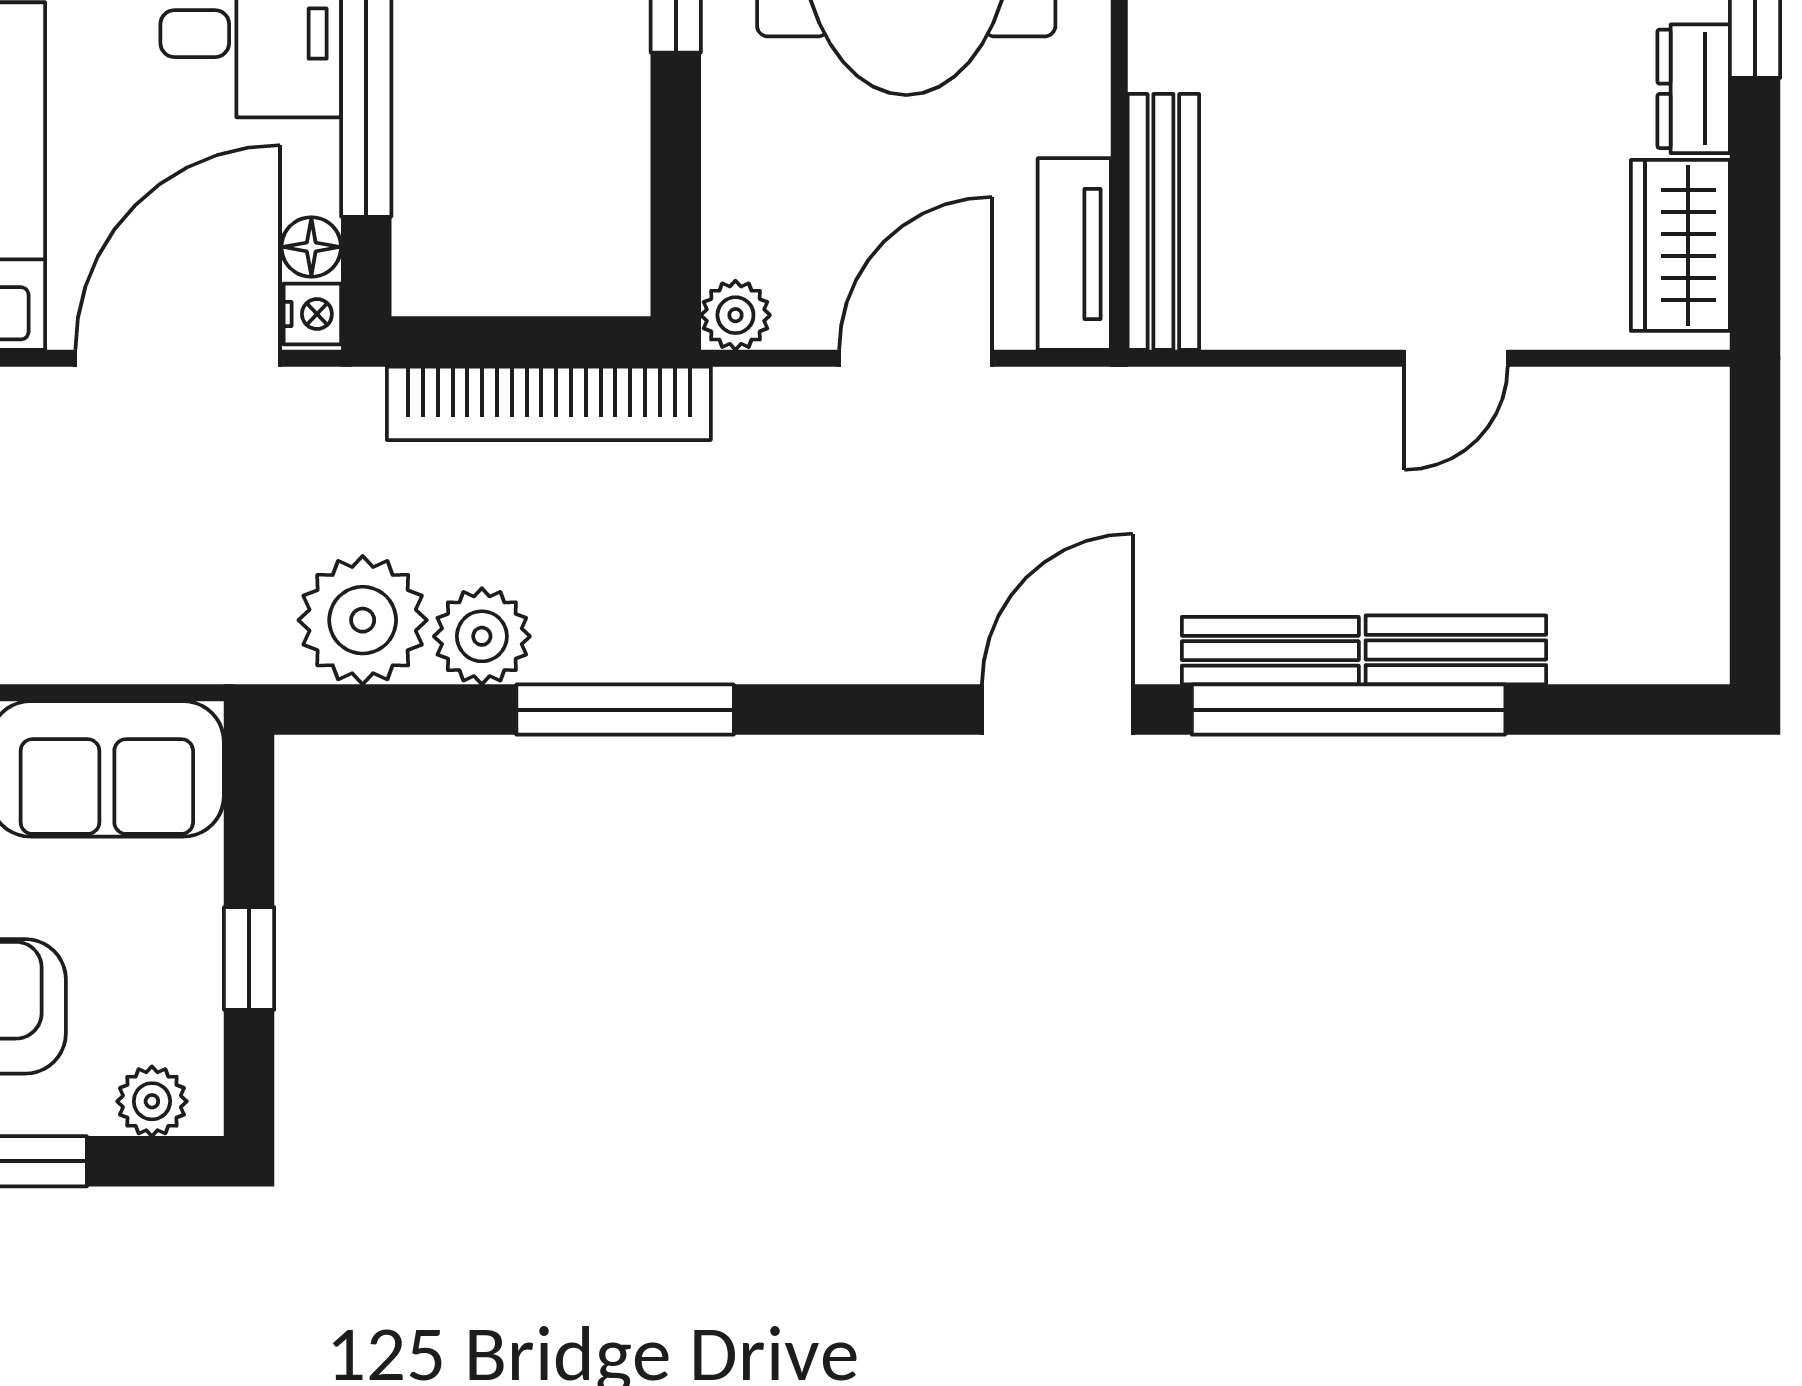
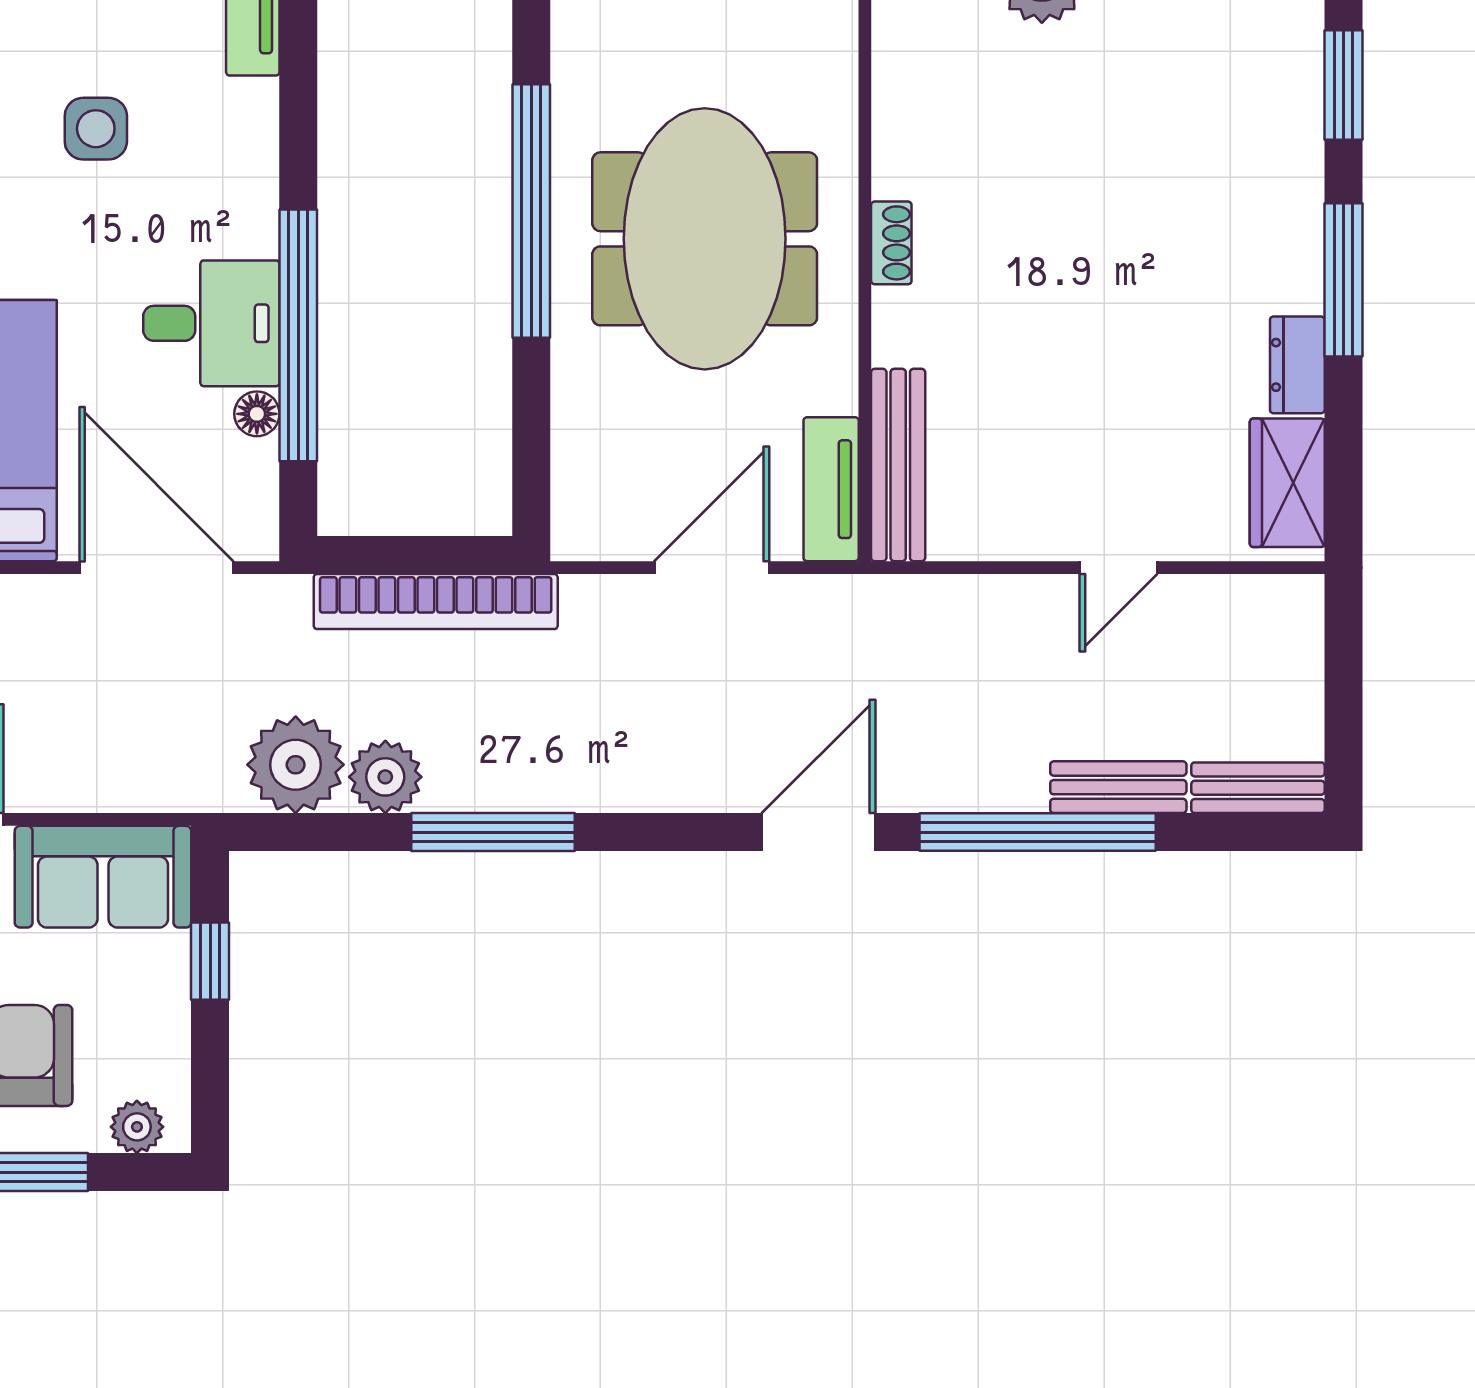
floor lamp: (311, 247) -> (257, 414), moved
nightstand: (312, 314) -> (258, 534), removed
plant: (735, 315) -> (576, 535), removed
door: (178, 358) -> (156, 568), hinge flipped
bench: (1270, 651) -> (1258, 788), moved
window: (249, 959) -> (210, 961), moved

